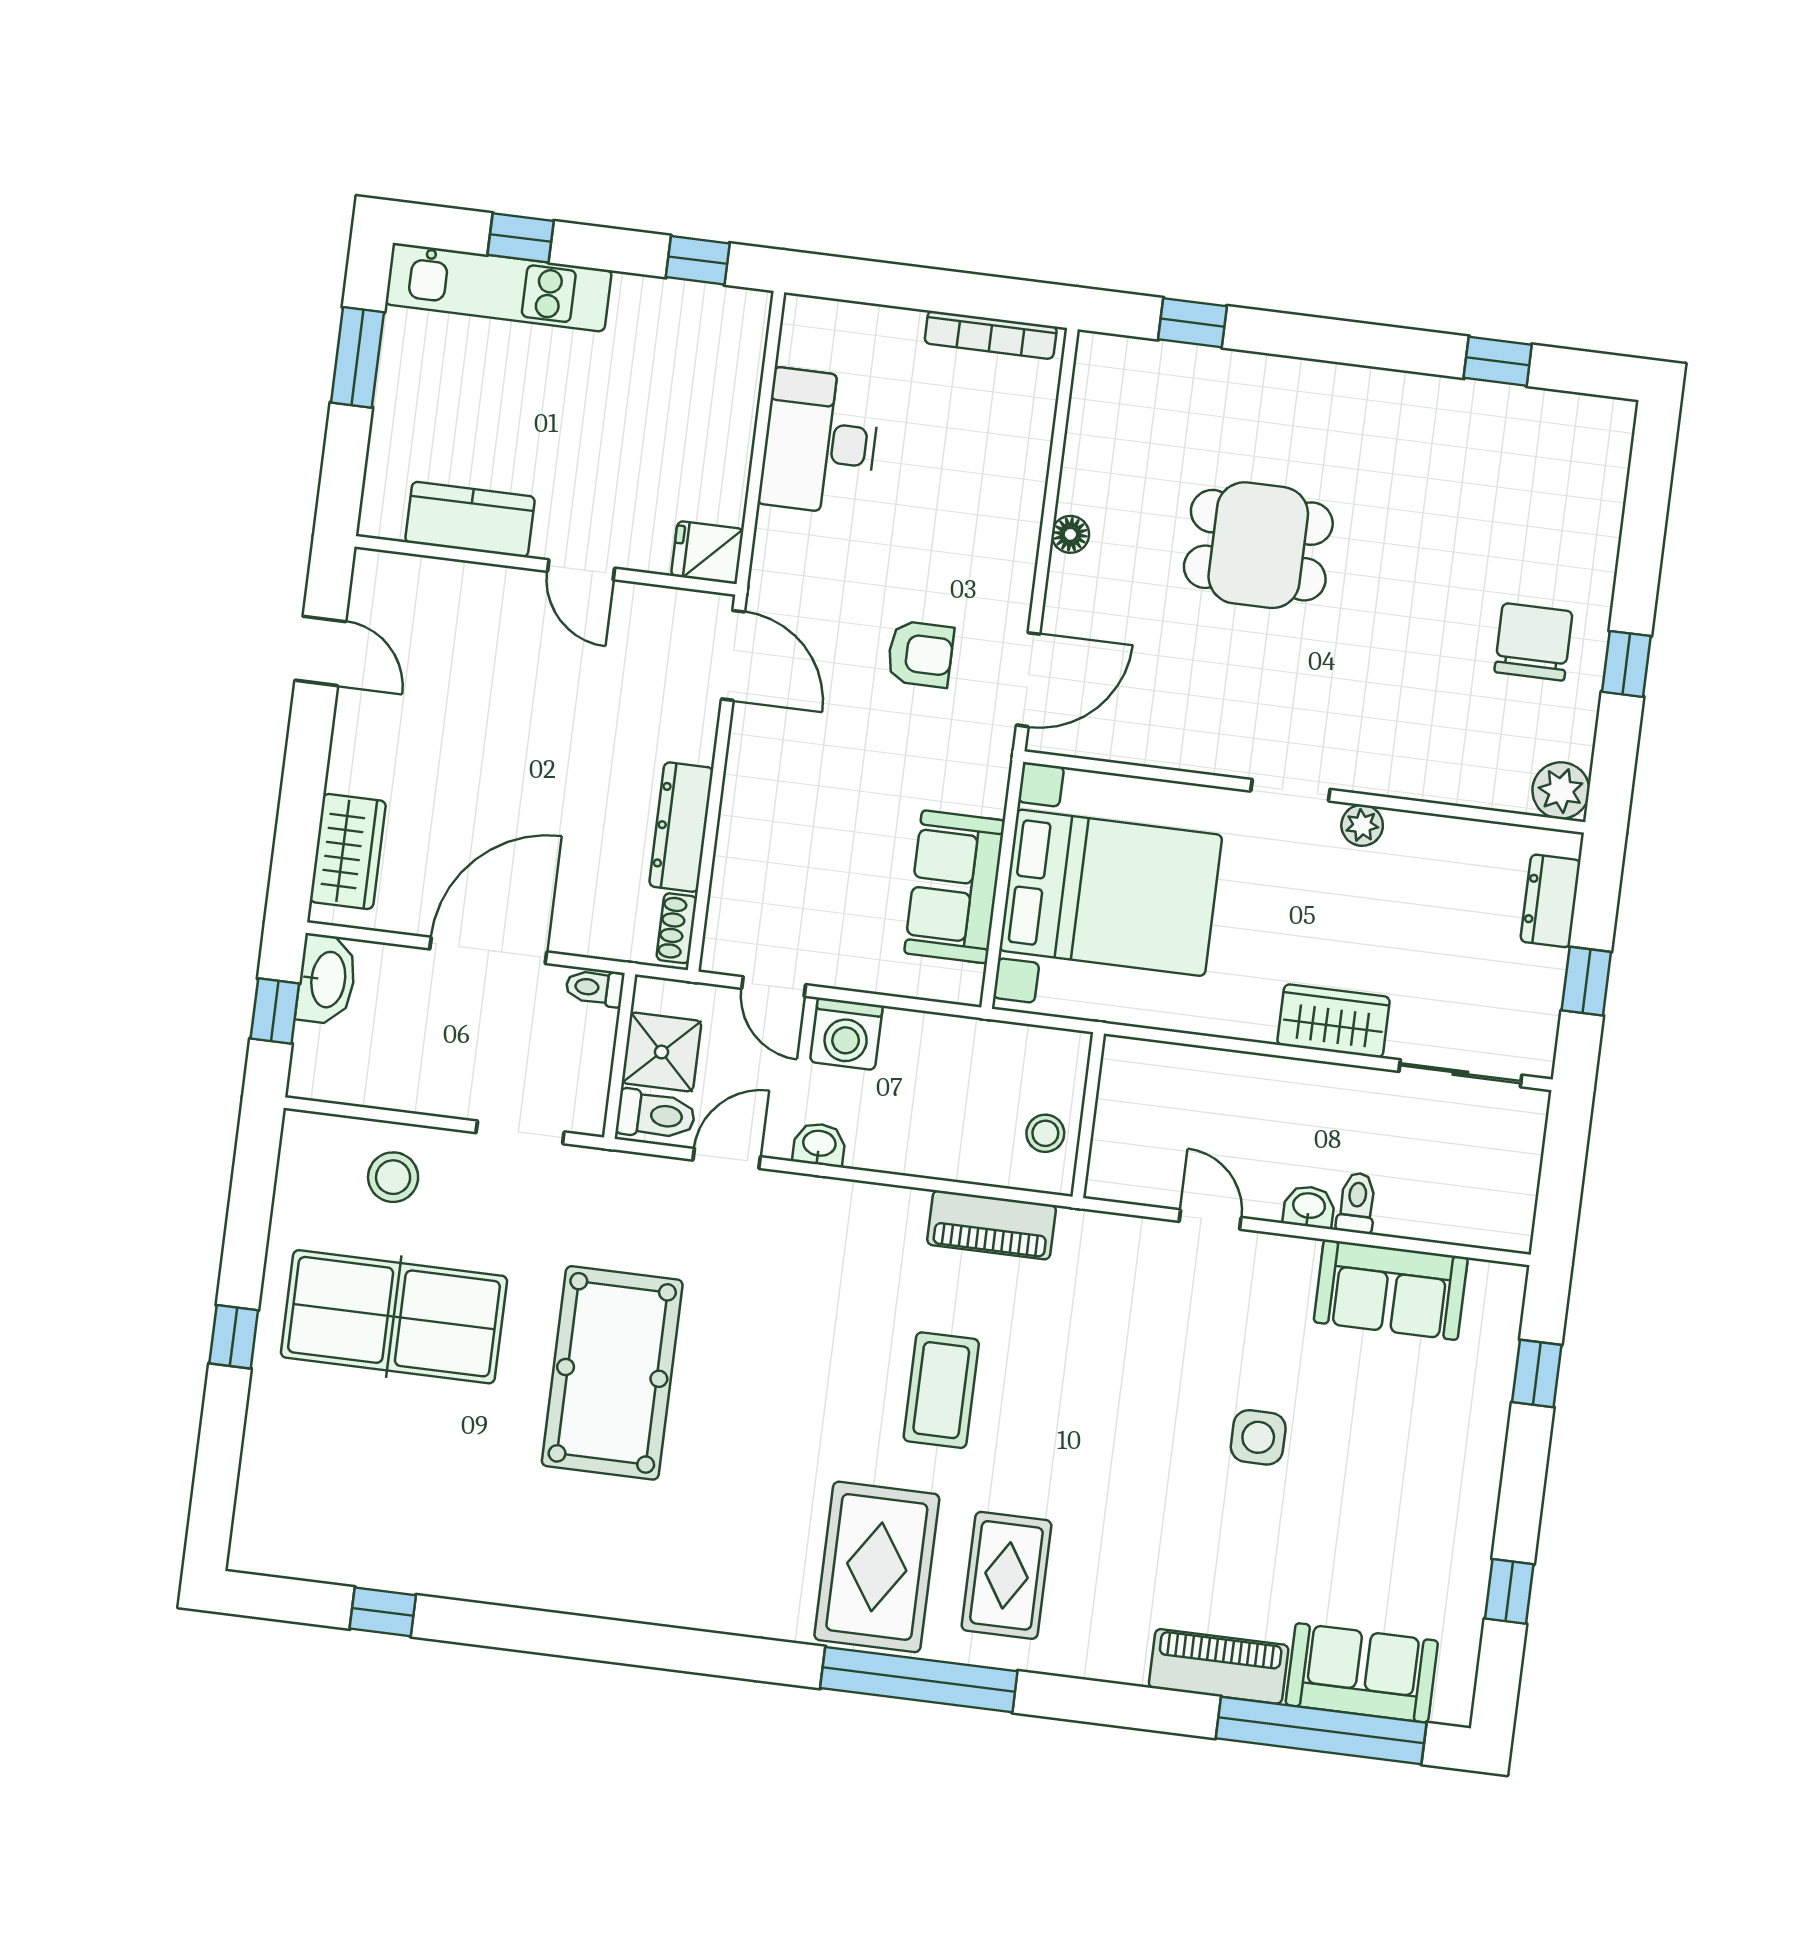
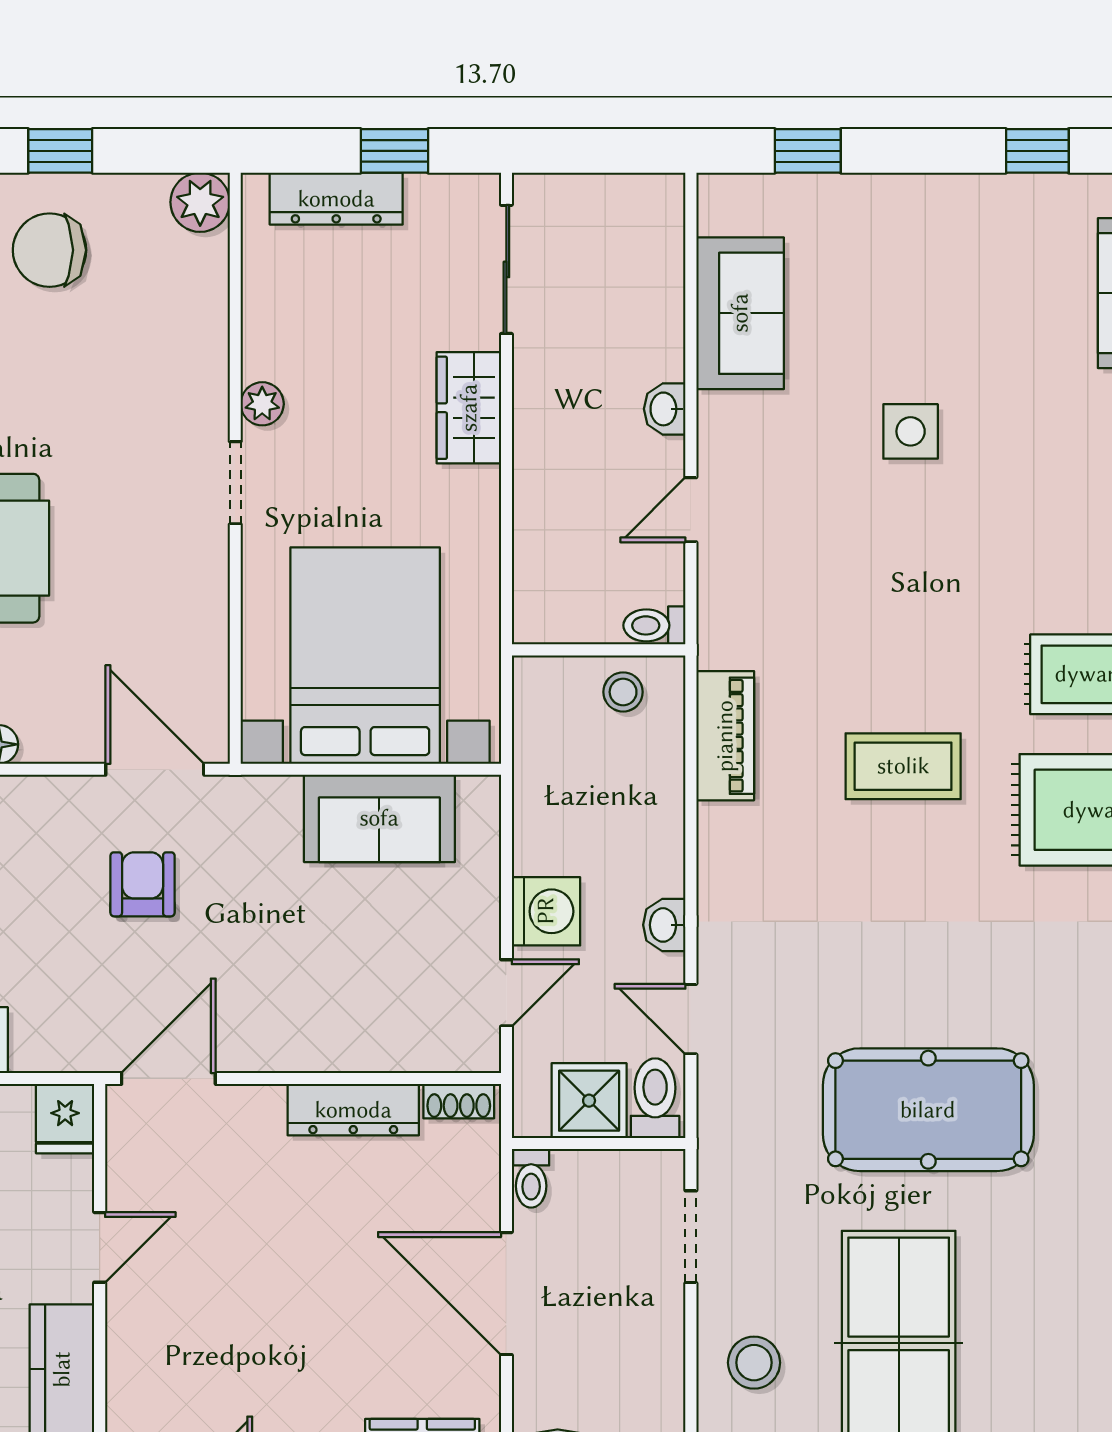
dresser: (1550, 901) -> (336, 199), width x1.44
toilet: (1357, 1203) -> (654, 625), moved

